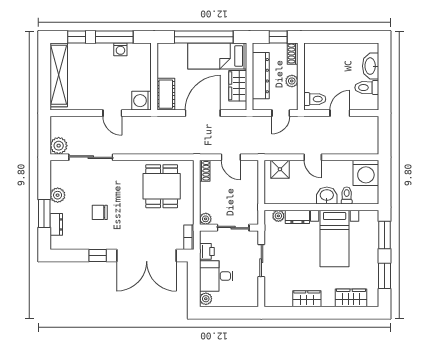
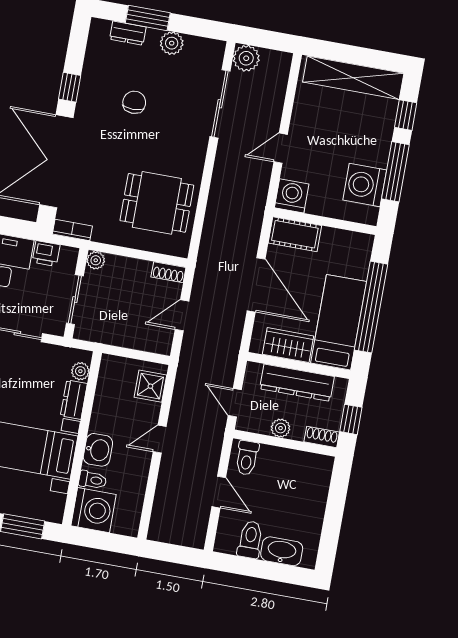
washing machine: (120, 49) -> (365, 185), width x1.89, depth x1.89
washing machine: (366, 173) -> (93, 510), moved, turned 180

